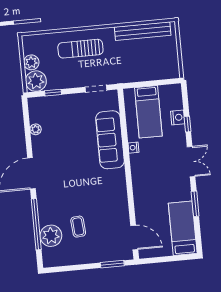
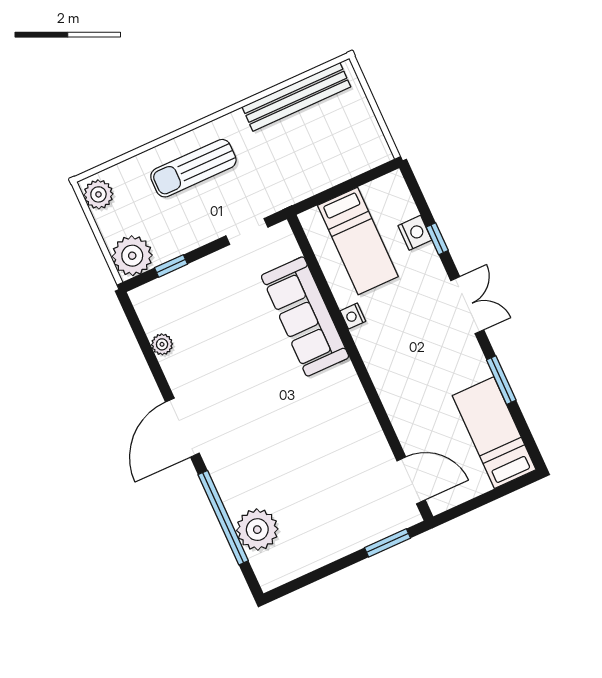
plant: (31, 62) -> (98, 194), moved
coffee table: (78, 227) -> (302, 496), removed

